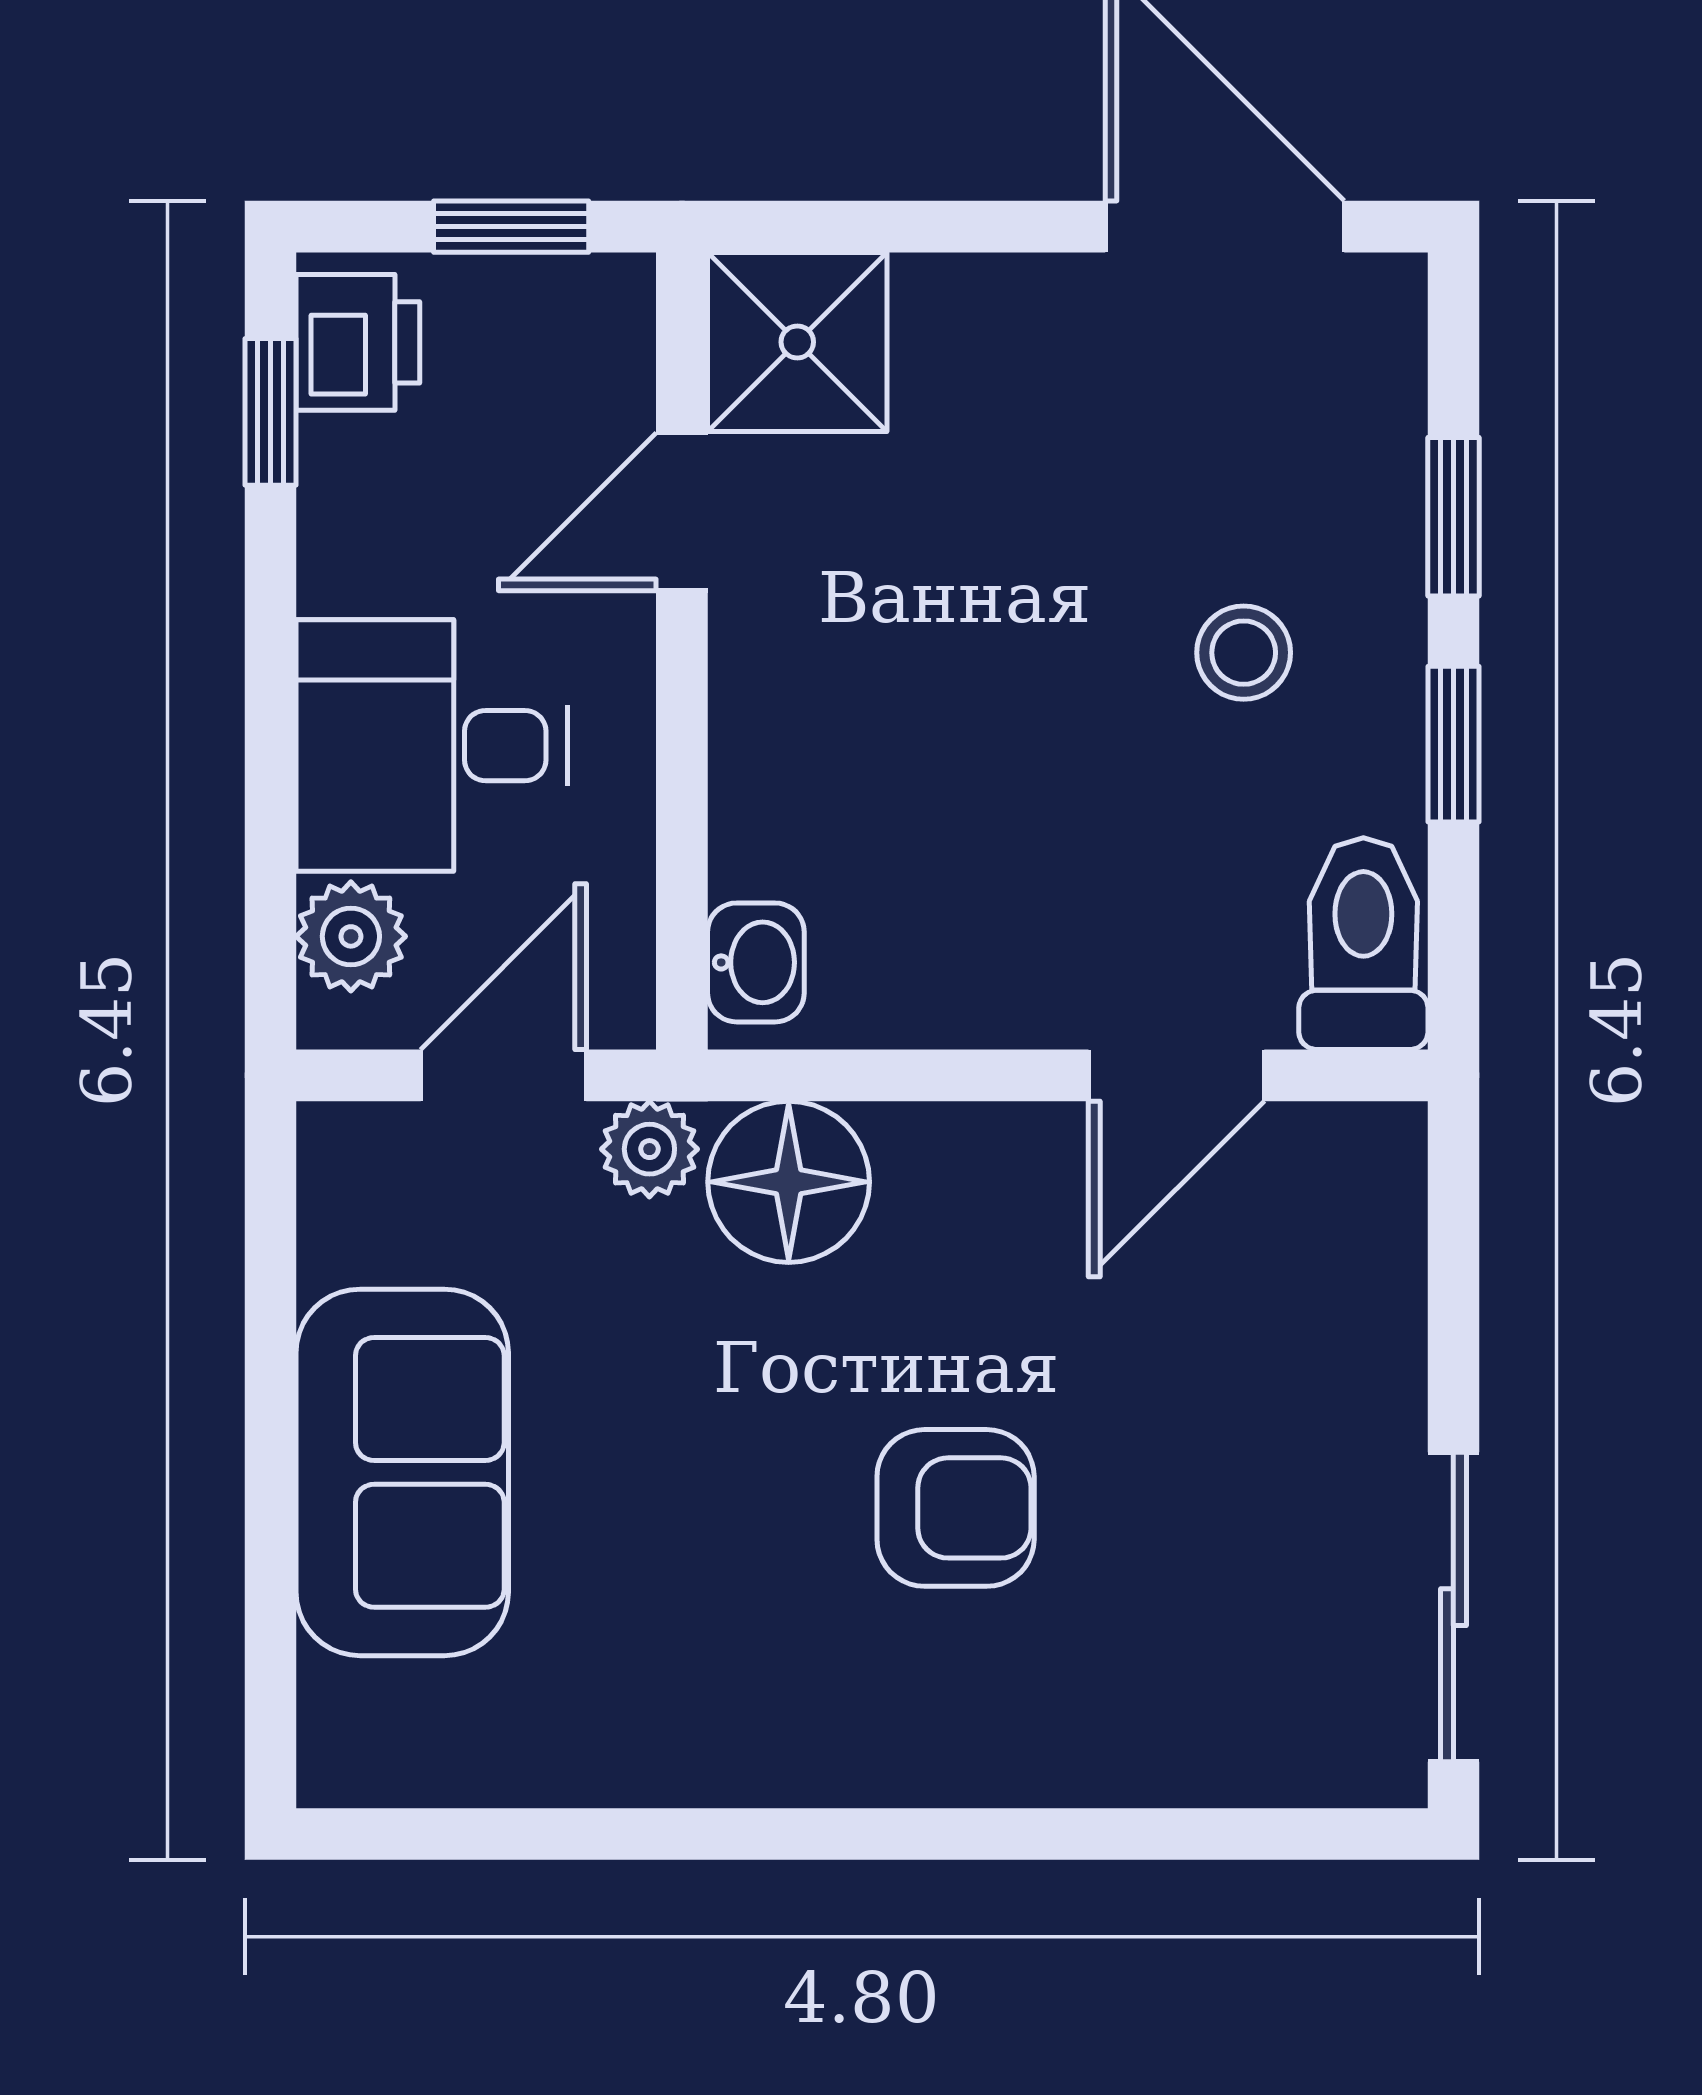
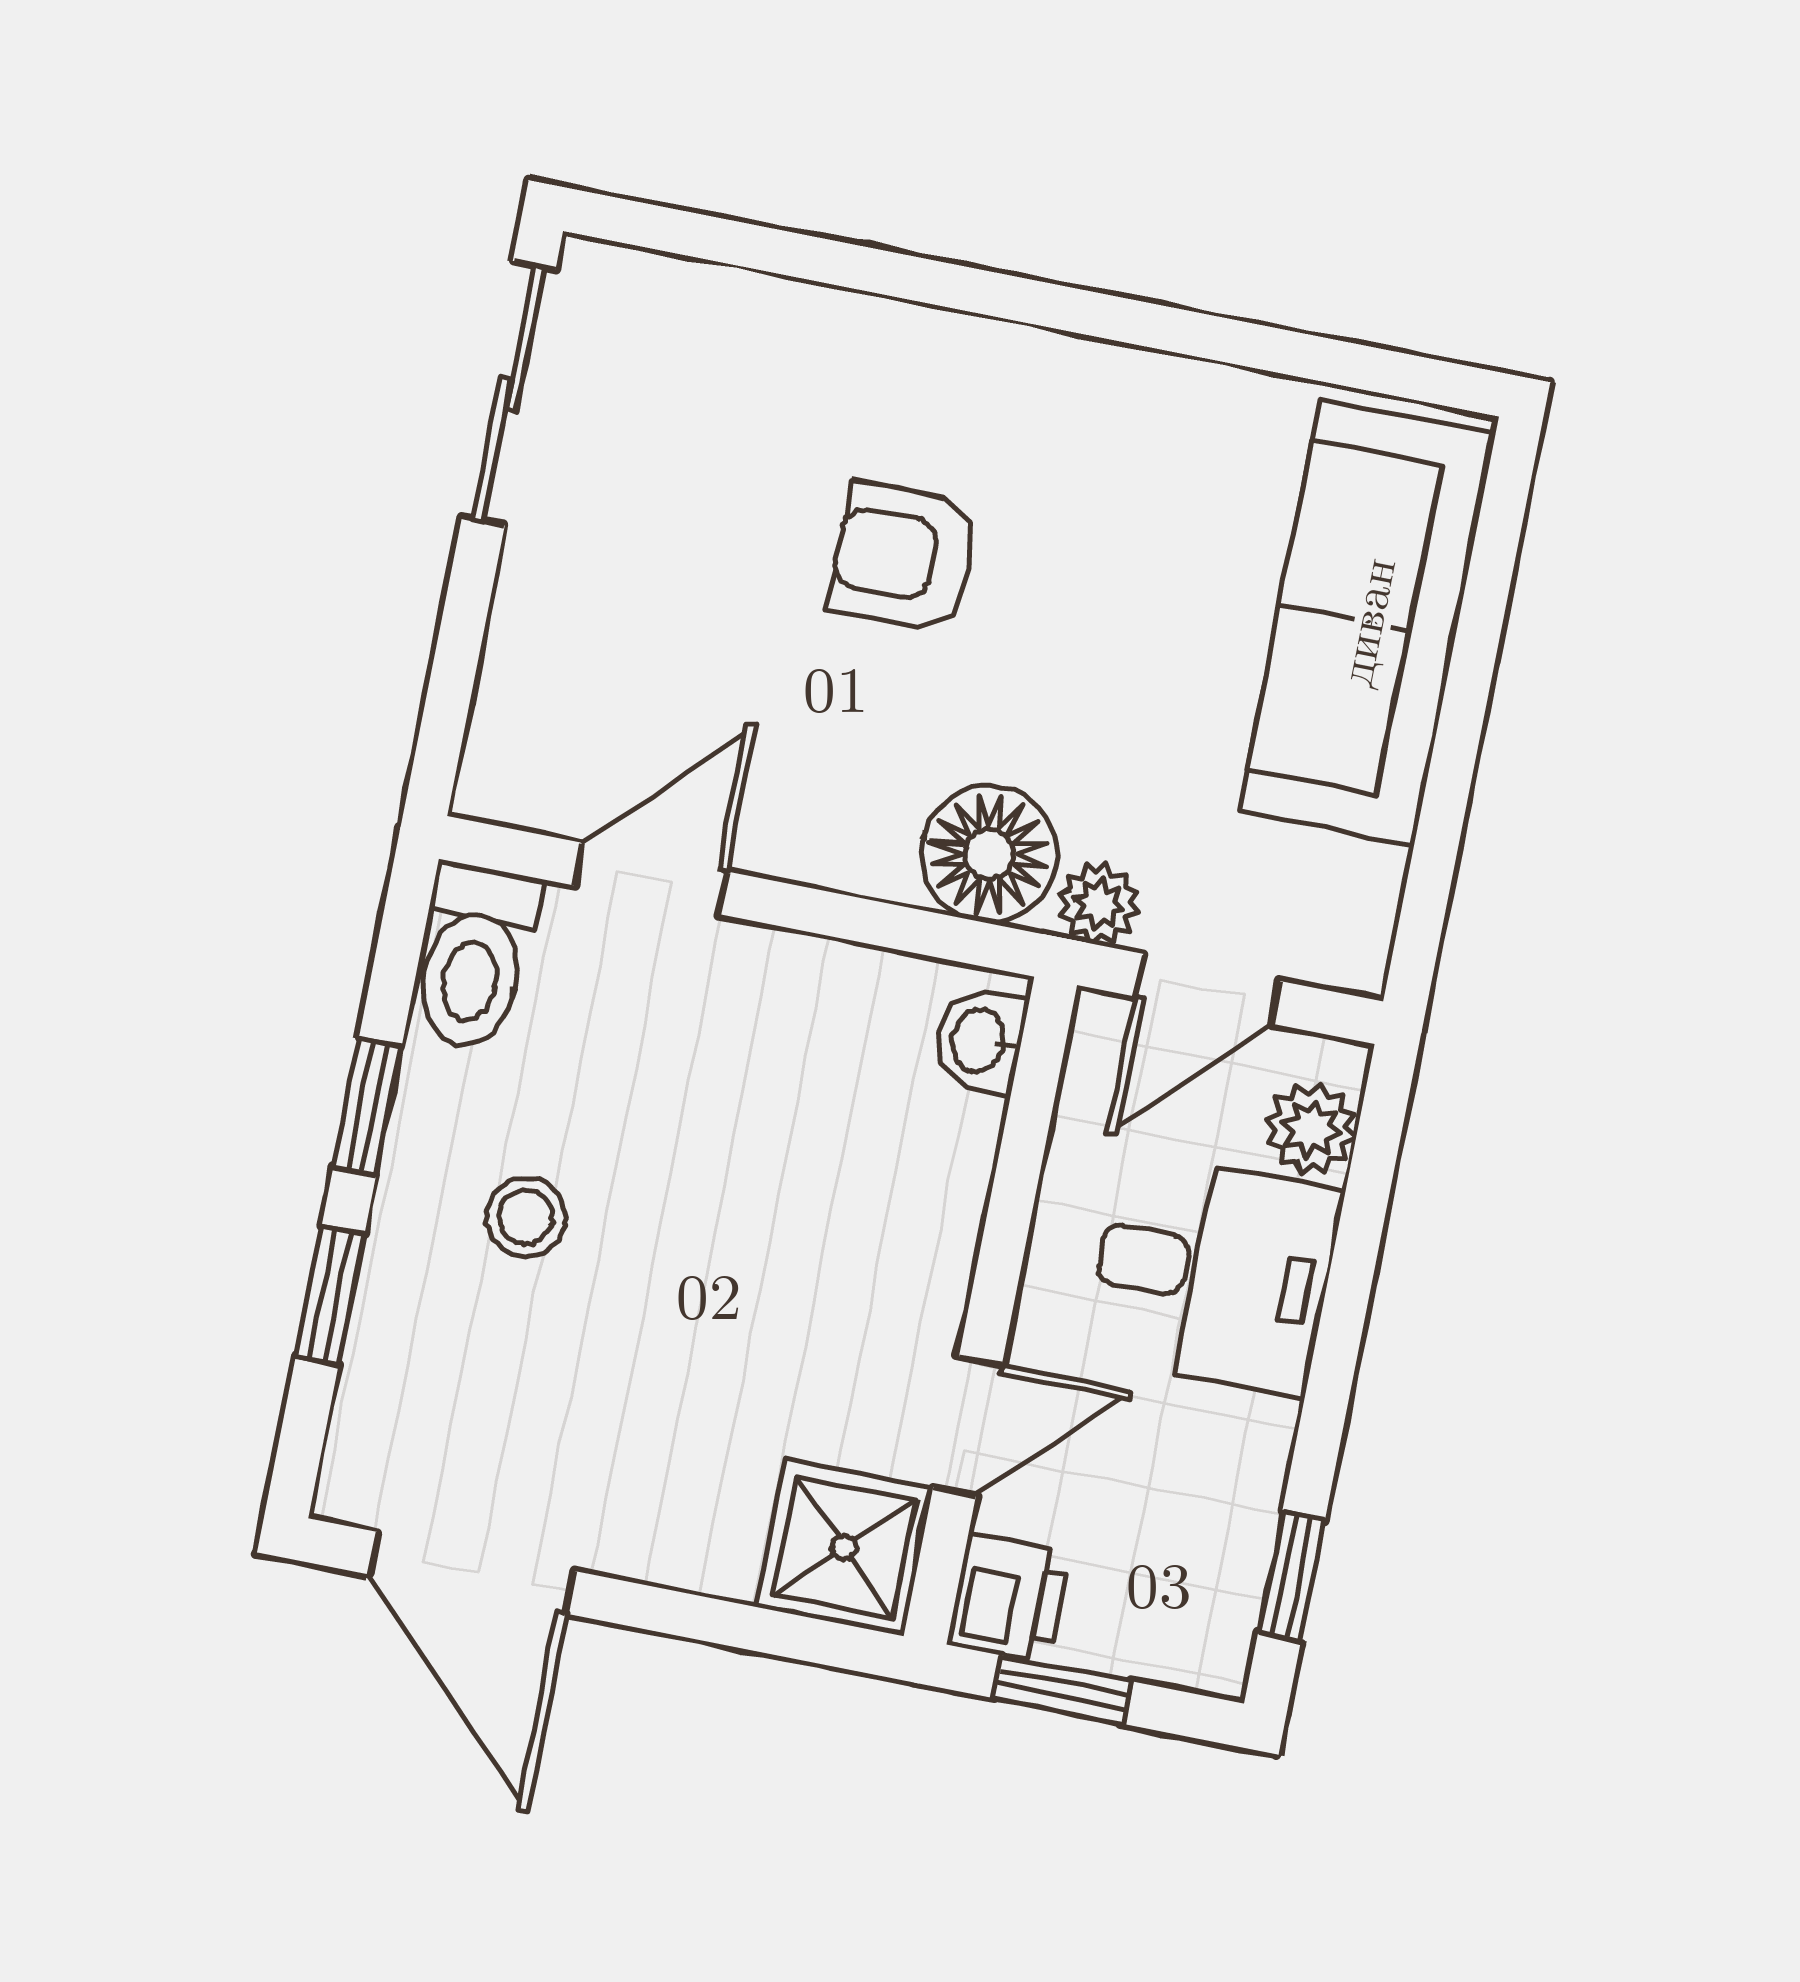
printer: (358, 342) -> (1009, 1599), moved, turned 180
sofa: (402, 1472) -> (1367, 622), width x1.36

